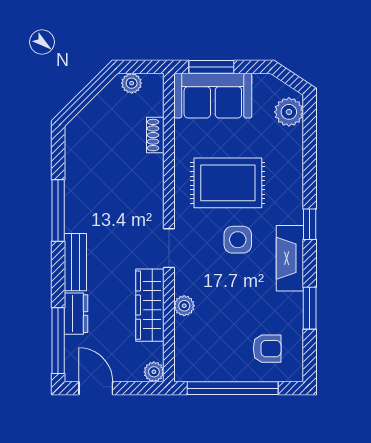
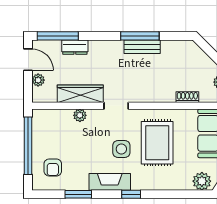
bench: (75, 262) -> (142, 47), moved
plant: (154, 372) -> (38, 80), moved
door: (96, 388) -> (28, 60), hinge flipped

